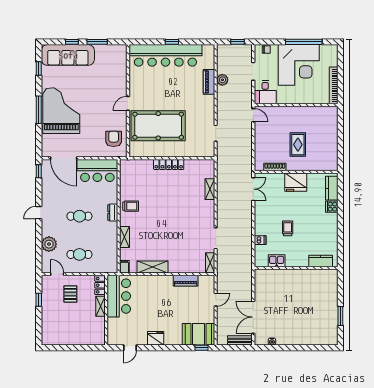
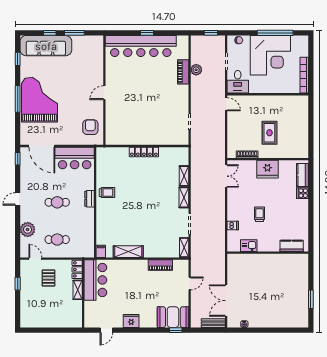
pool table: (158, 126) -> (134, 114), removed
shelving: (124, 237) -> (184, 197), moved

